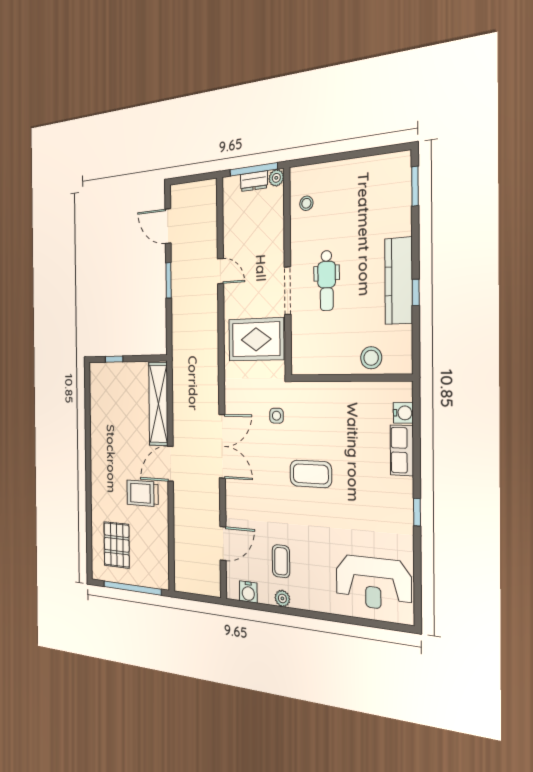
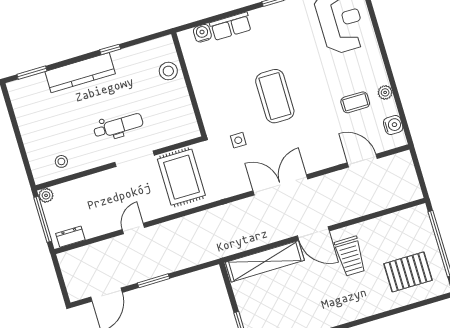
dresser: (254, 181) -> (70, 237), moved, turned -90
kitchen counter: (399, 281) -> (80, 73), moved
coffee table: (311, 474) -> (275, 96), width x1.36, depth x1.32

